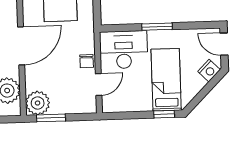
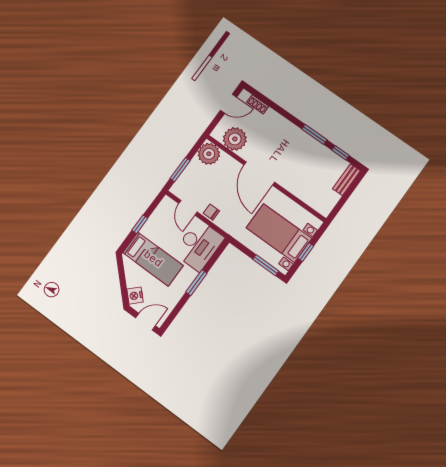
window: (164, 114) -> (140, 224), moved
window: (51, 118) -> (180, 170), moved

